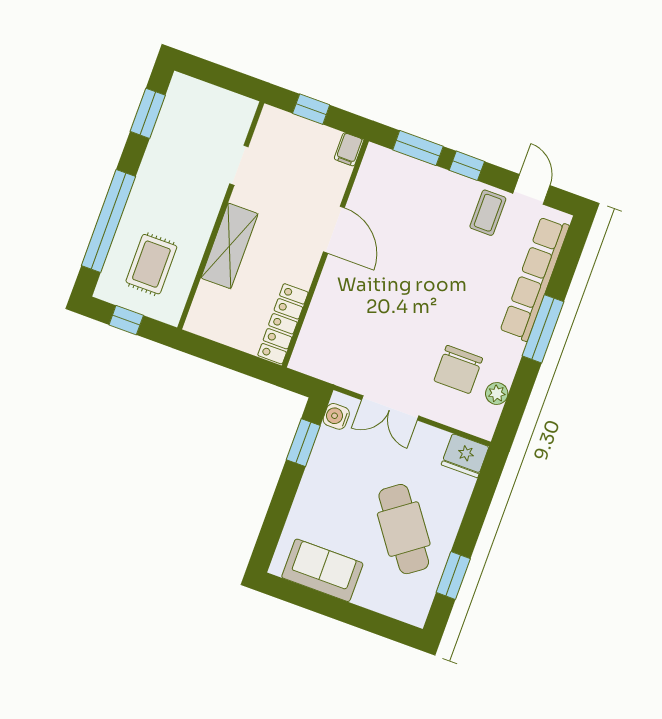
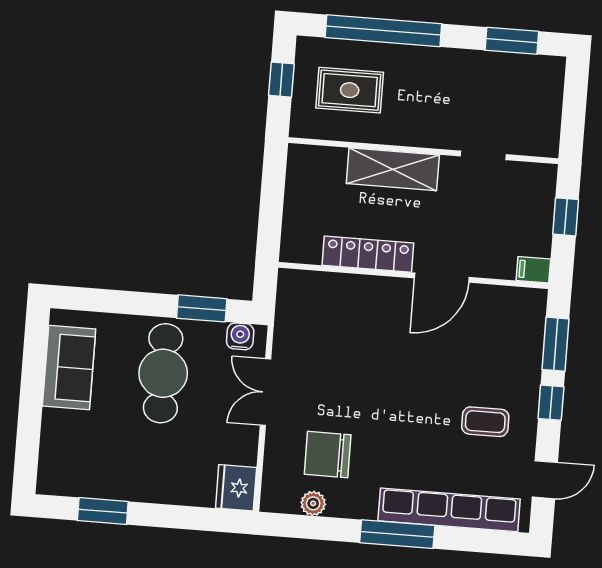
coffee table: (488, 213) -> (485, 422), moved
locker: (283, 324) -> (368, 254), moved
cafe table: (404, 529) -> (163, 373), moved, turned -54

